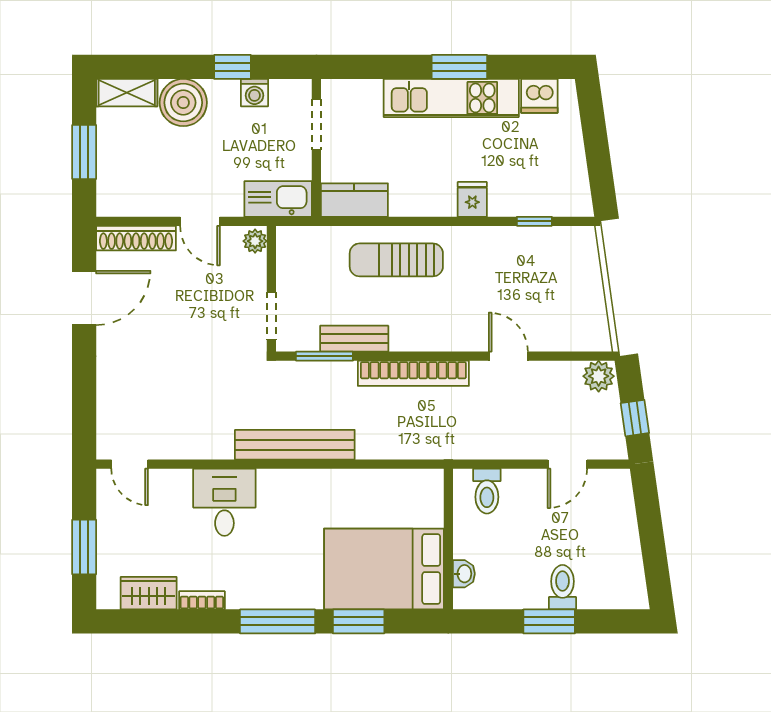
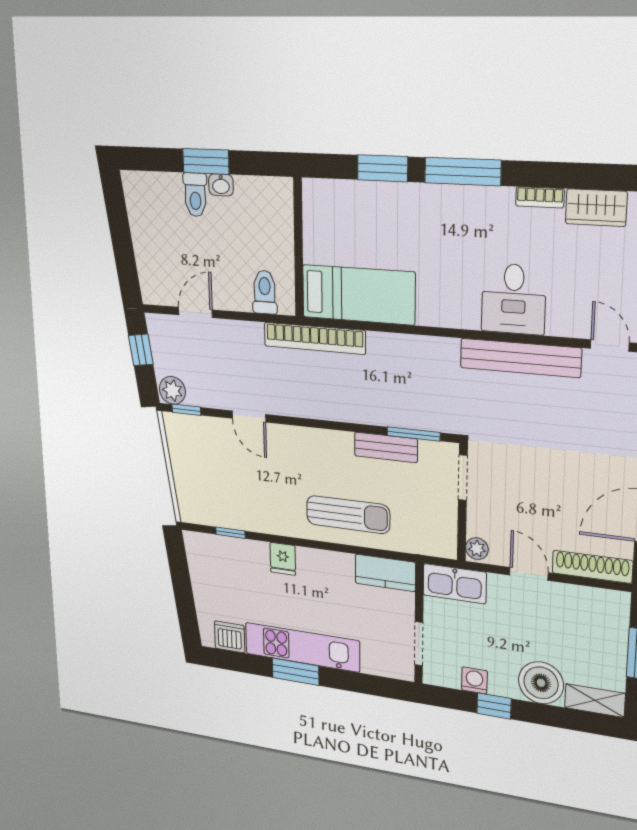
window: (583, 356) -> (186, 410), added
bookcase: (413, 373) -> (315, 338), moved, turned 180
bench: (295, 445) -> (520, 358), moved
bed: (384, 569) -> (358, 295), moved, width x0.67
washbasin: (464, 574) -> (221, 185), moved, turned -90

